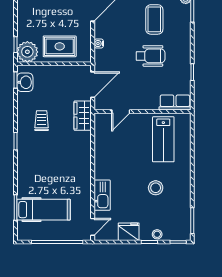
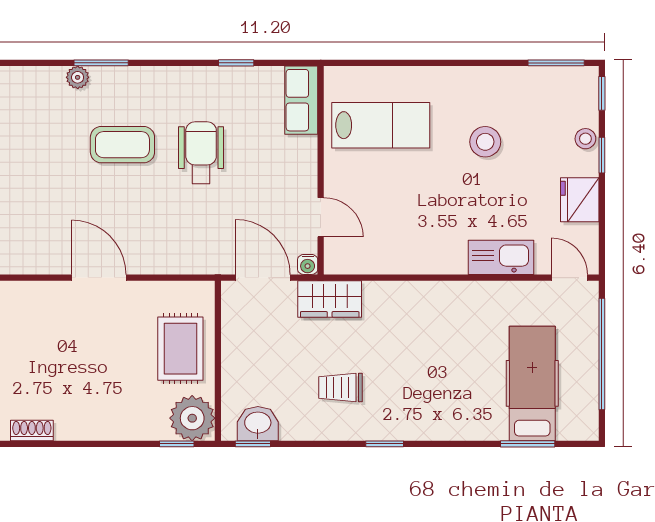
water cooler: (99, 44) -> (308, 264), moved

